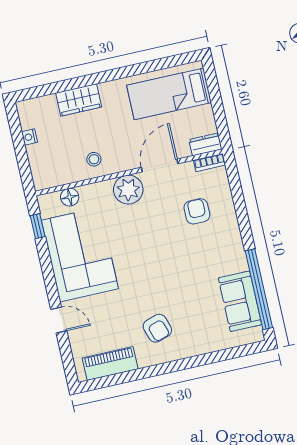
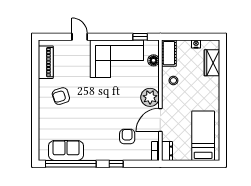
wardrobe: (79, 100) -> (212, 63), moved
door: (160, 166) -> (160, 120), swing flipped
cot: (53, 176) -> (169, 53), added
armchair: (197, 211) -> (127, 136), turned -90
window: (243, 219) -> (116, 164), added
door: (59, 320) -> (80, 37), swing flipped

